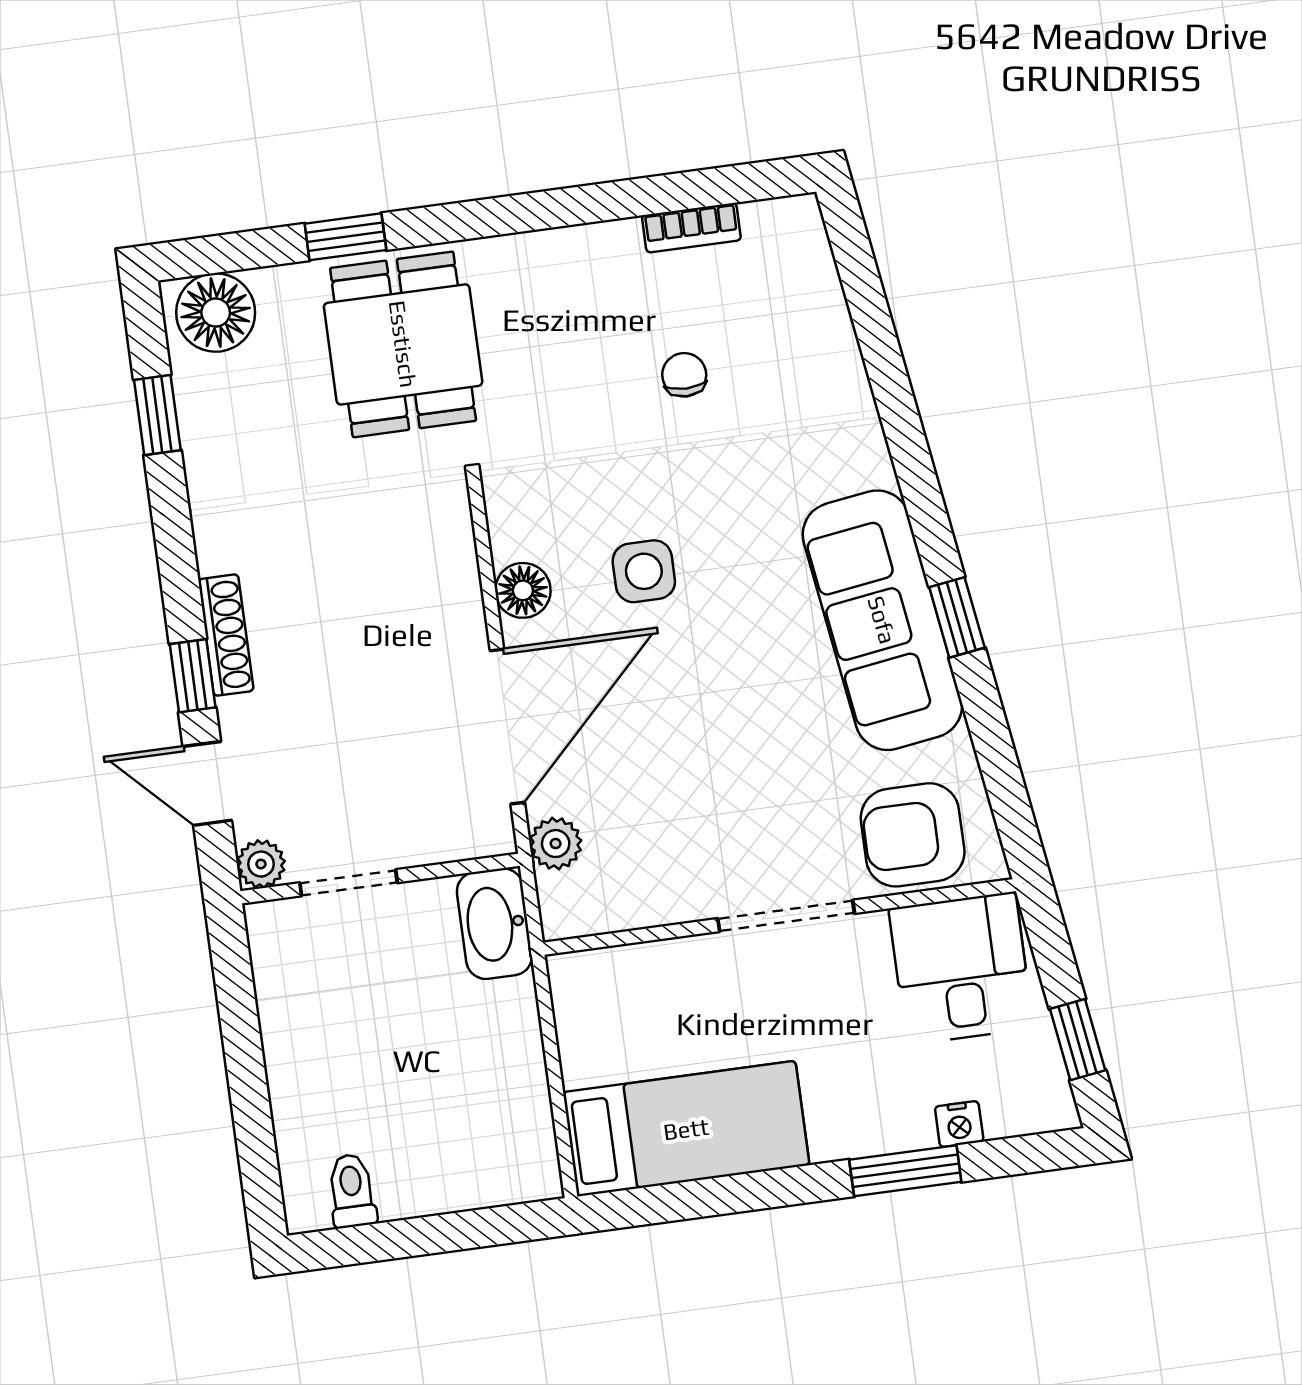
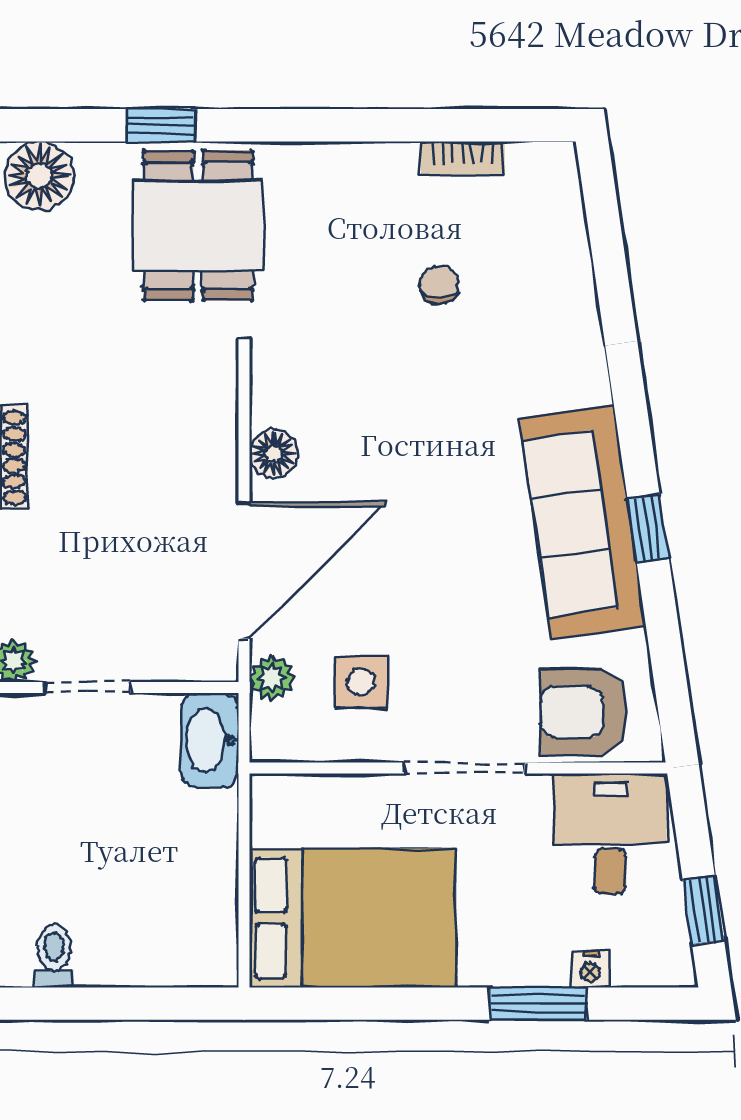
side table: (644, 571) -> (361, 682), moved
bed: (686, 1129) -> (352, 918), width x1.50

